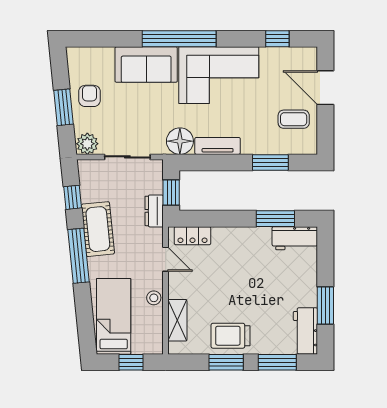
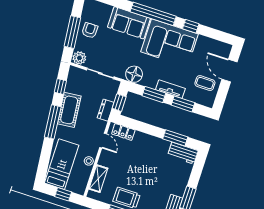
window: (277, 39) -> (191, 26), moved
window: (64, 107) -> (72, 32), width x1.44
tv unit: (218, 146) -> (170, 89), moved
window: (221, 162) -> (154, 94), added

